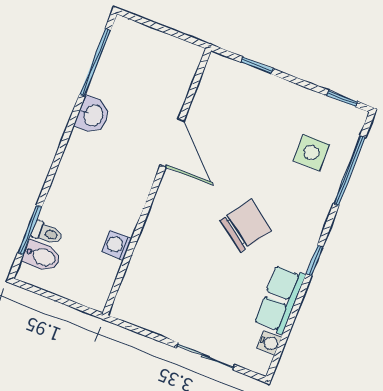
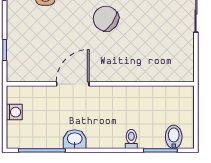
toilet: (47, 233) -> (131, 139), moved
washing machine: (117, 245) -> (14, 112), moved, turned -90

